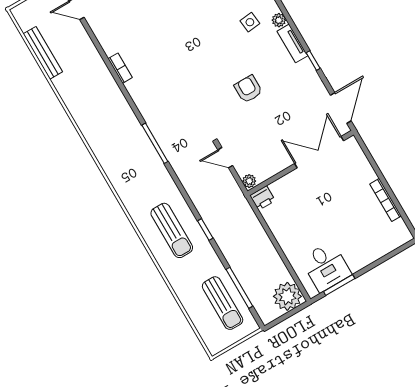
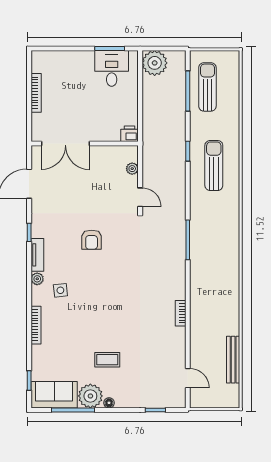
double door: (319, 152) -> (65, 144), moved
wall: (301, 163) -> (85, 144), moved
printer: (263, 198) -> (130, 134), moved

